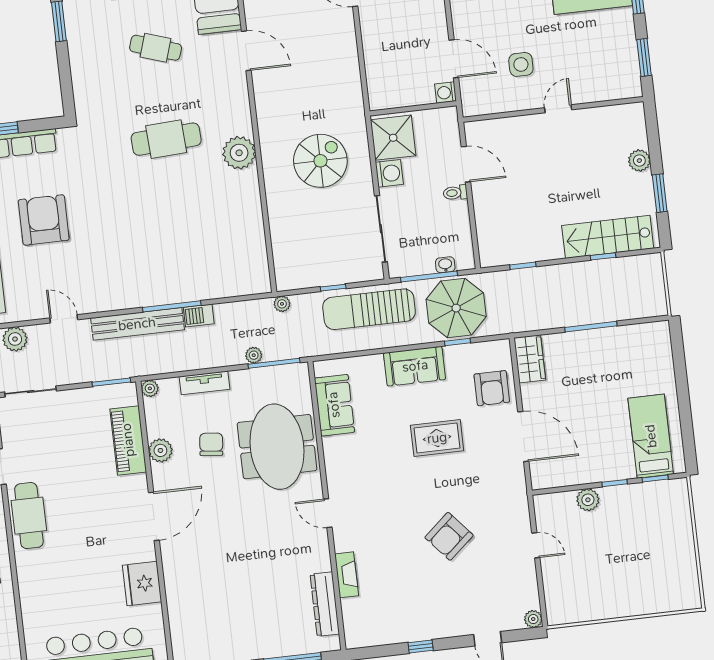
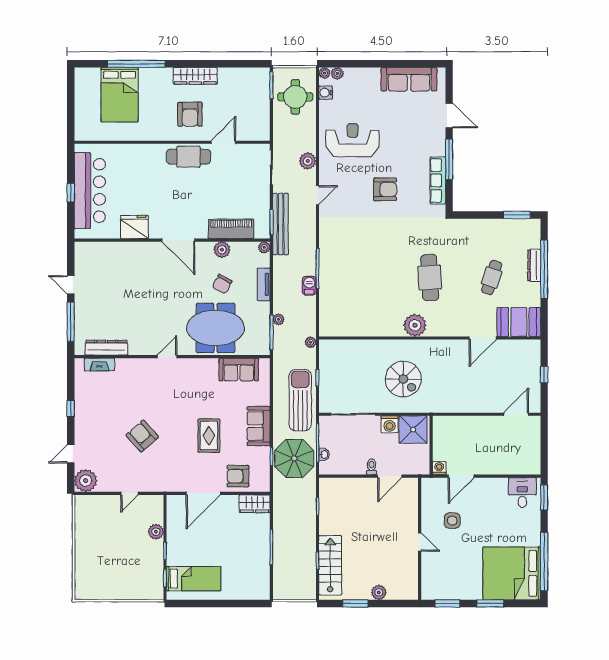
armchair: (44, 220) -> (385, 189), width x0.73, depth x0.73
bench: (137, 324) -> (281, 224), moved
chair: (211, 444) -> (222, 284), turned 112
fireplace: (347, 575) -> (99, 365), moved
plant: (533, 619) -> (86, 481), width x1.87, depth x1.87

